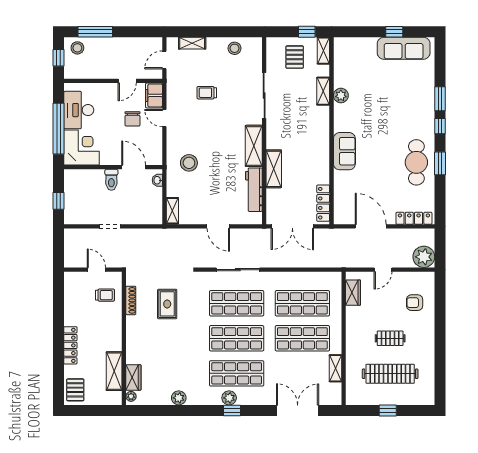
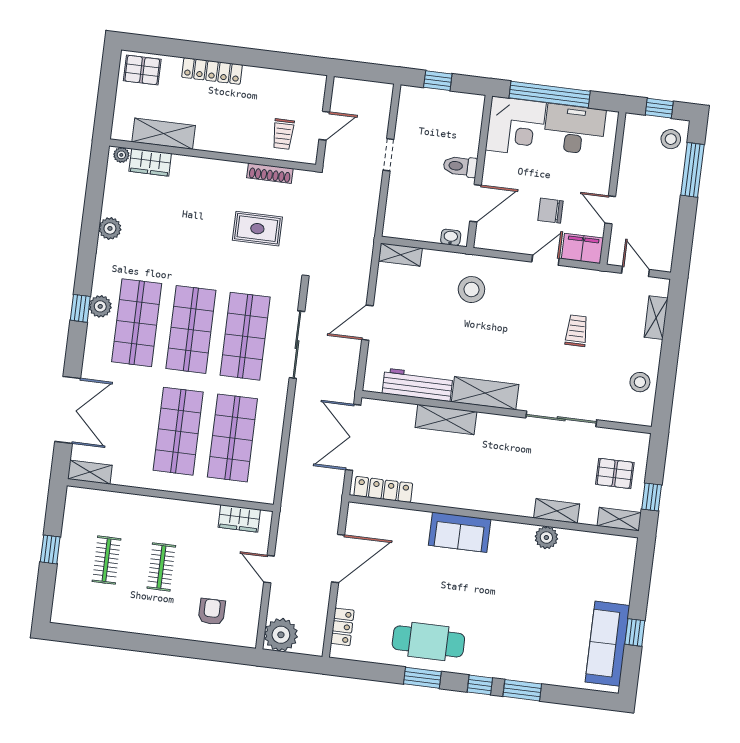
locker: (414, 218) -> (342, 627), width x0.66
shelving: (335, 368) -> (90, 472), moved
clothes rail: (390, 374) -> (107, 560), width x0.54, depth x0.76

